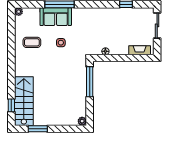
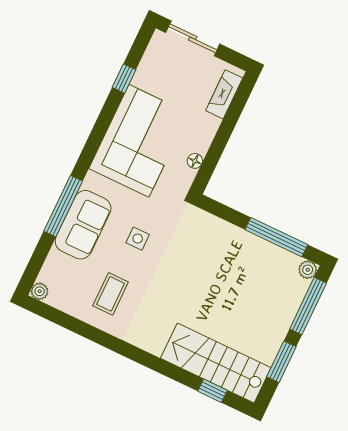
corner sofa: (103, 23) -> (139, 141), added
window: (90, 82) -> (276, 237), moved
window: (67, 129) -> (308, 306), added

